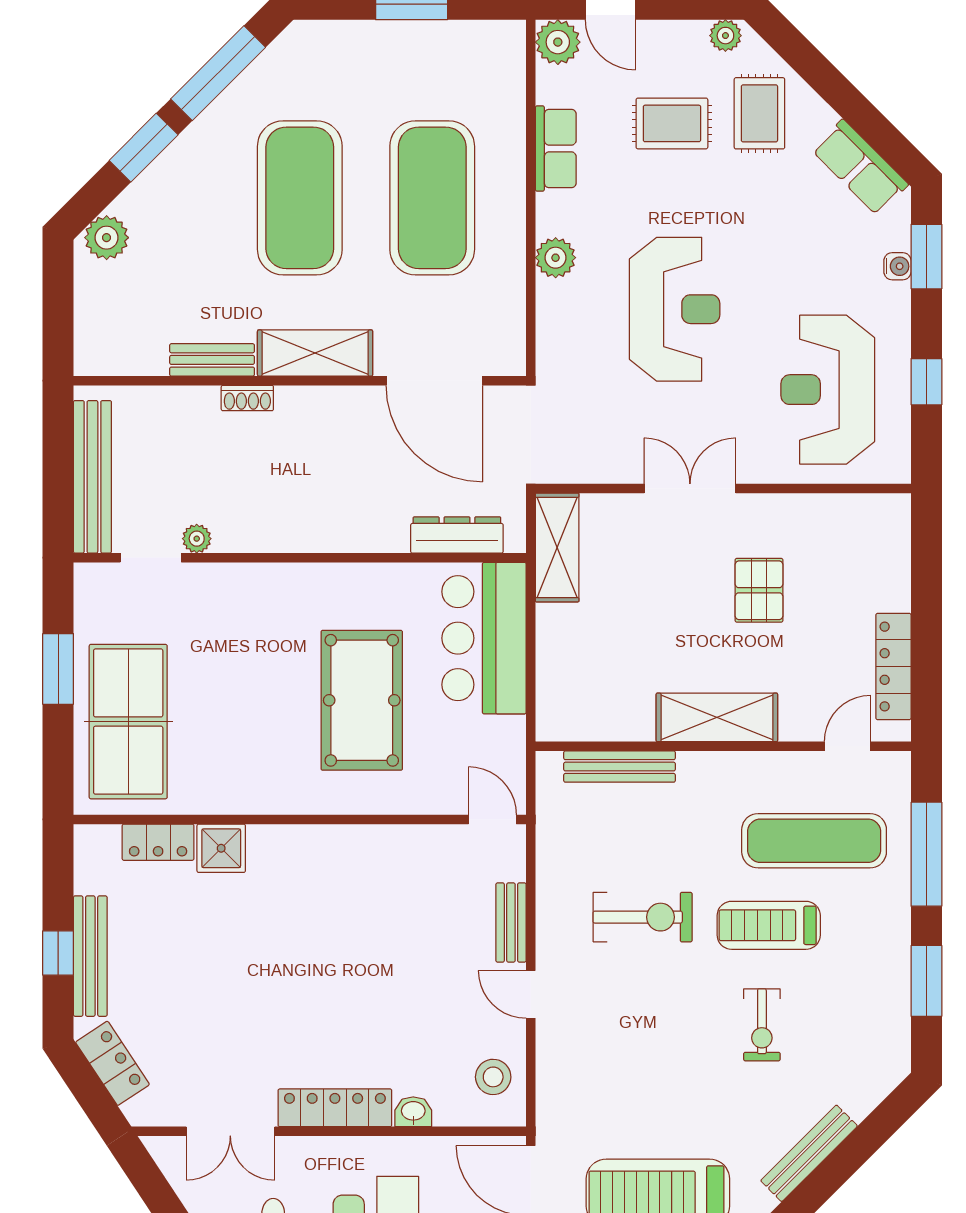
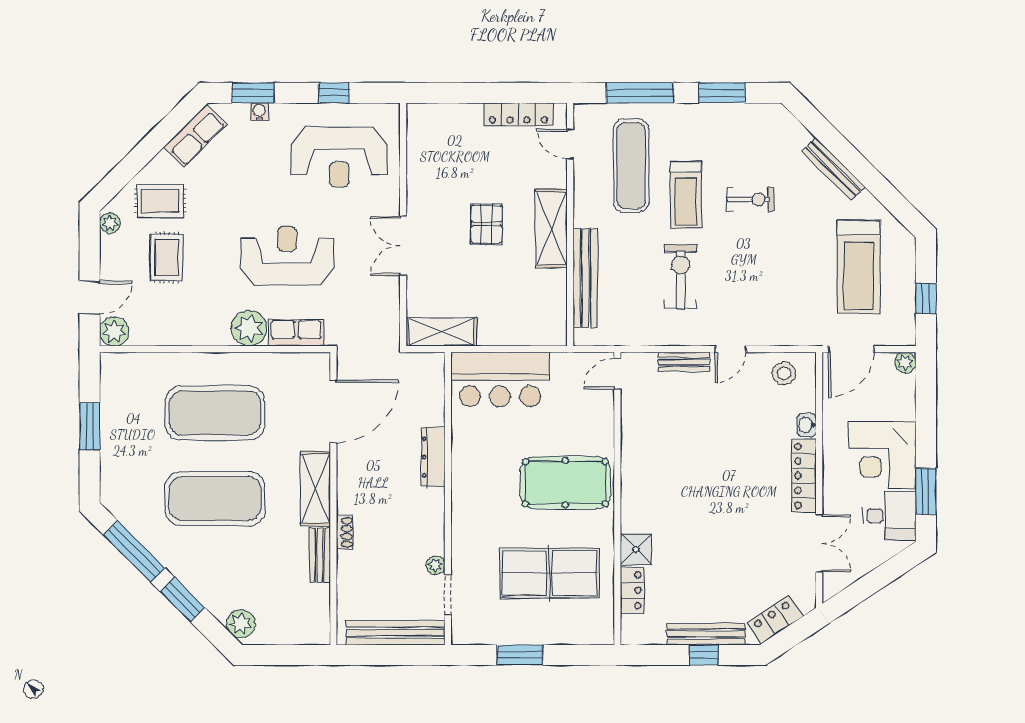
row of seats: (556, 149) -> (296, 333), moved
plant: (556, 258) -> (249, 328), width x1.36, depth x1.36
dresser: (457, 535) -> (433, 457), moved
pallet: (759, 590) -> (487, 224), moved, turned 90
pool table: (362, 700) -> (565, 483), moved
table tennis table: (128, 722) -> (550, 573), moved
bench: (619, 767) -> (585, 278), width x1.37, depth x1.21

